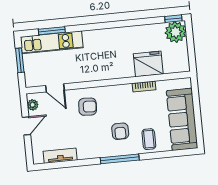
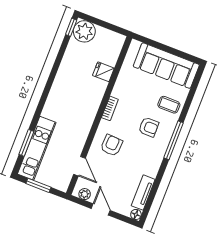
fridge: (148, 64) -> (103, 72), width x0.53, depth x0.75
bookcase: (144, 86) -> (110, 108), moved
door: (55, 88) -> (79, 166), hinge flipped
floor lamp: (38, 159) -> (136, 214), added

